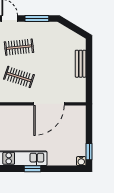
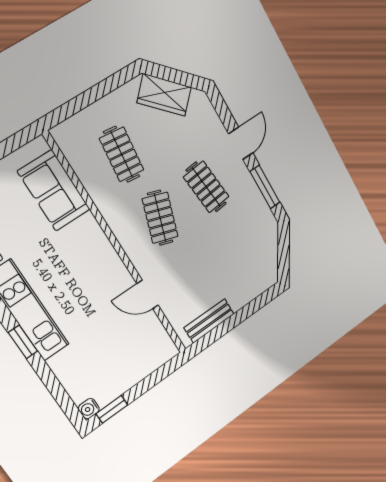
bench: (81, 64) -> (209, 321), moved
door: (49, 104) -> (147, 294), width x0.53

